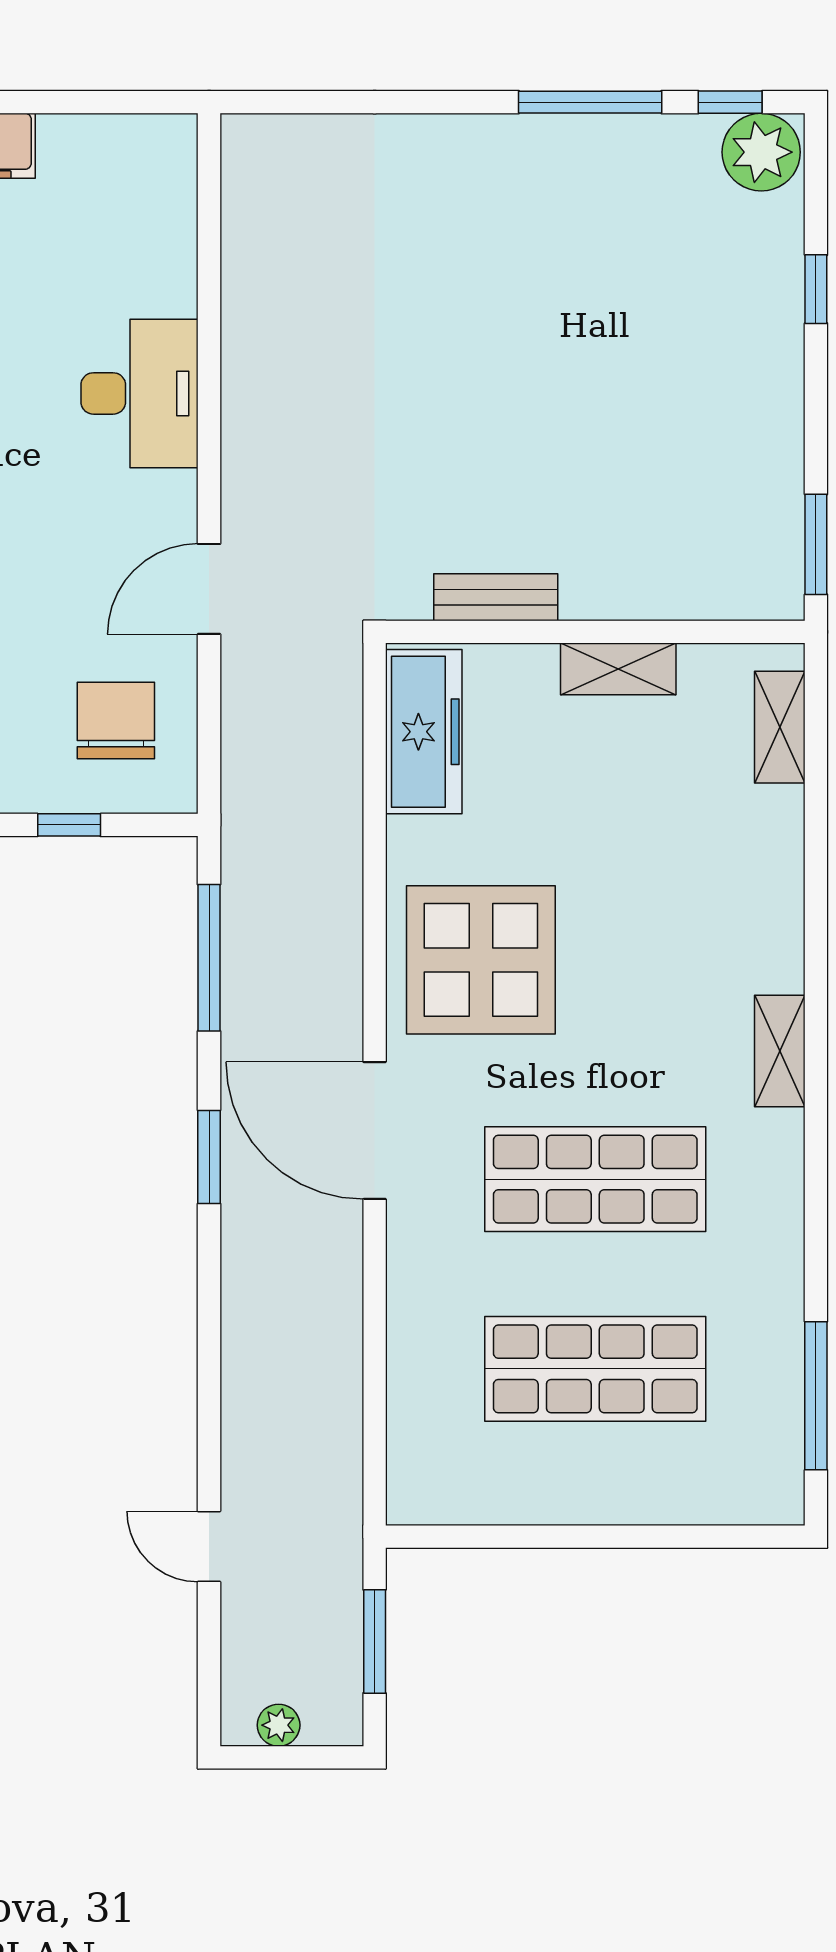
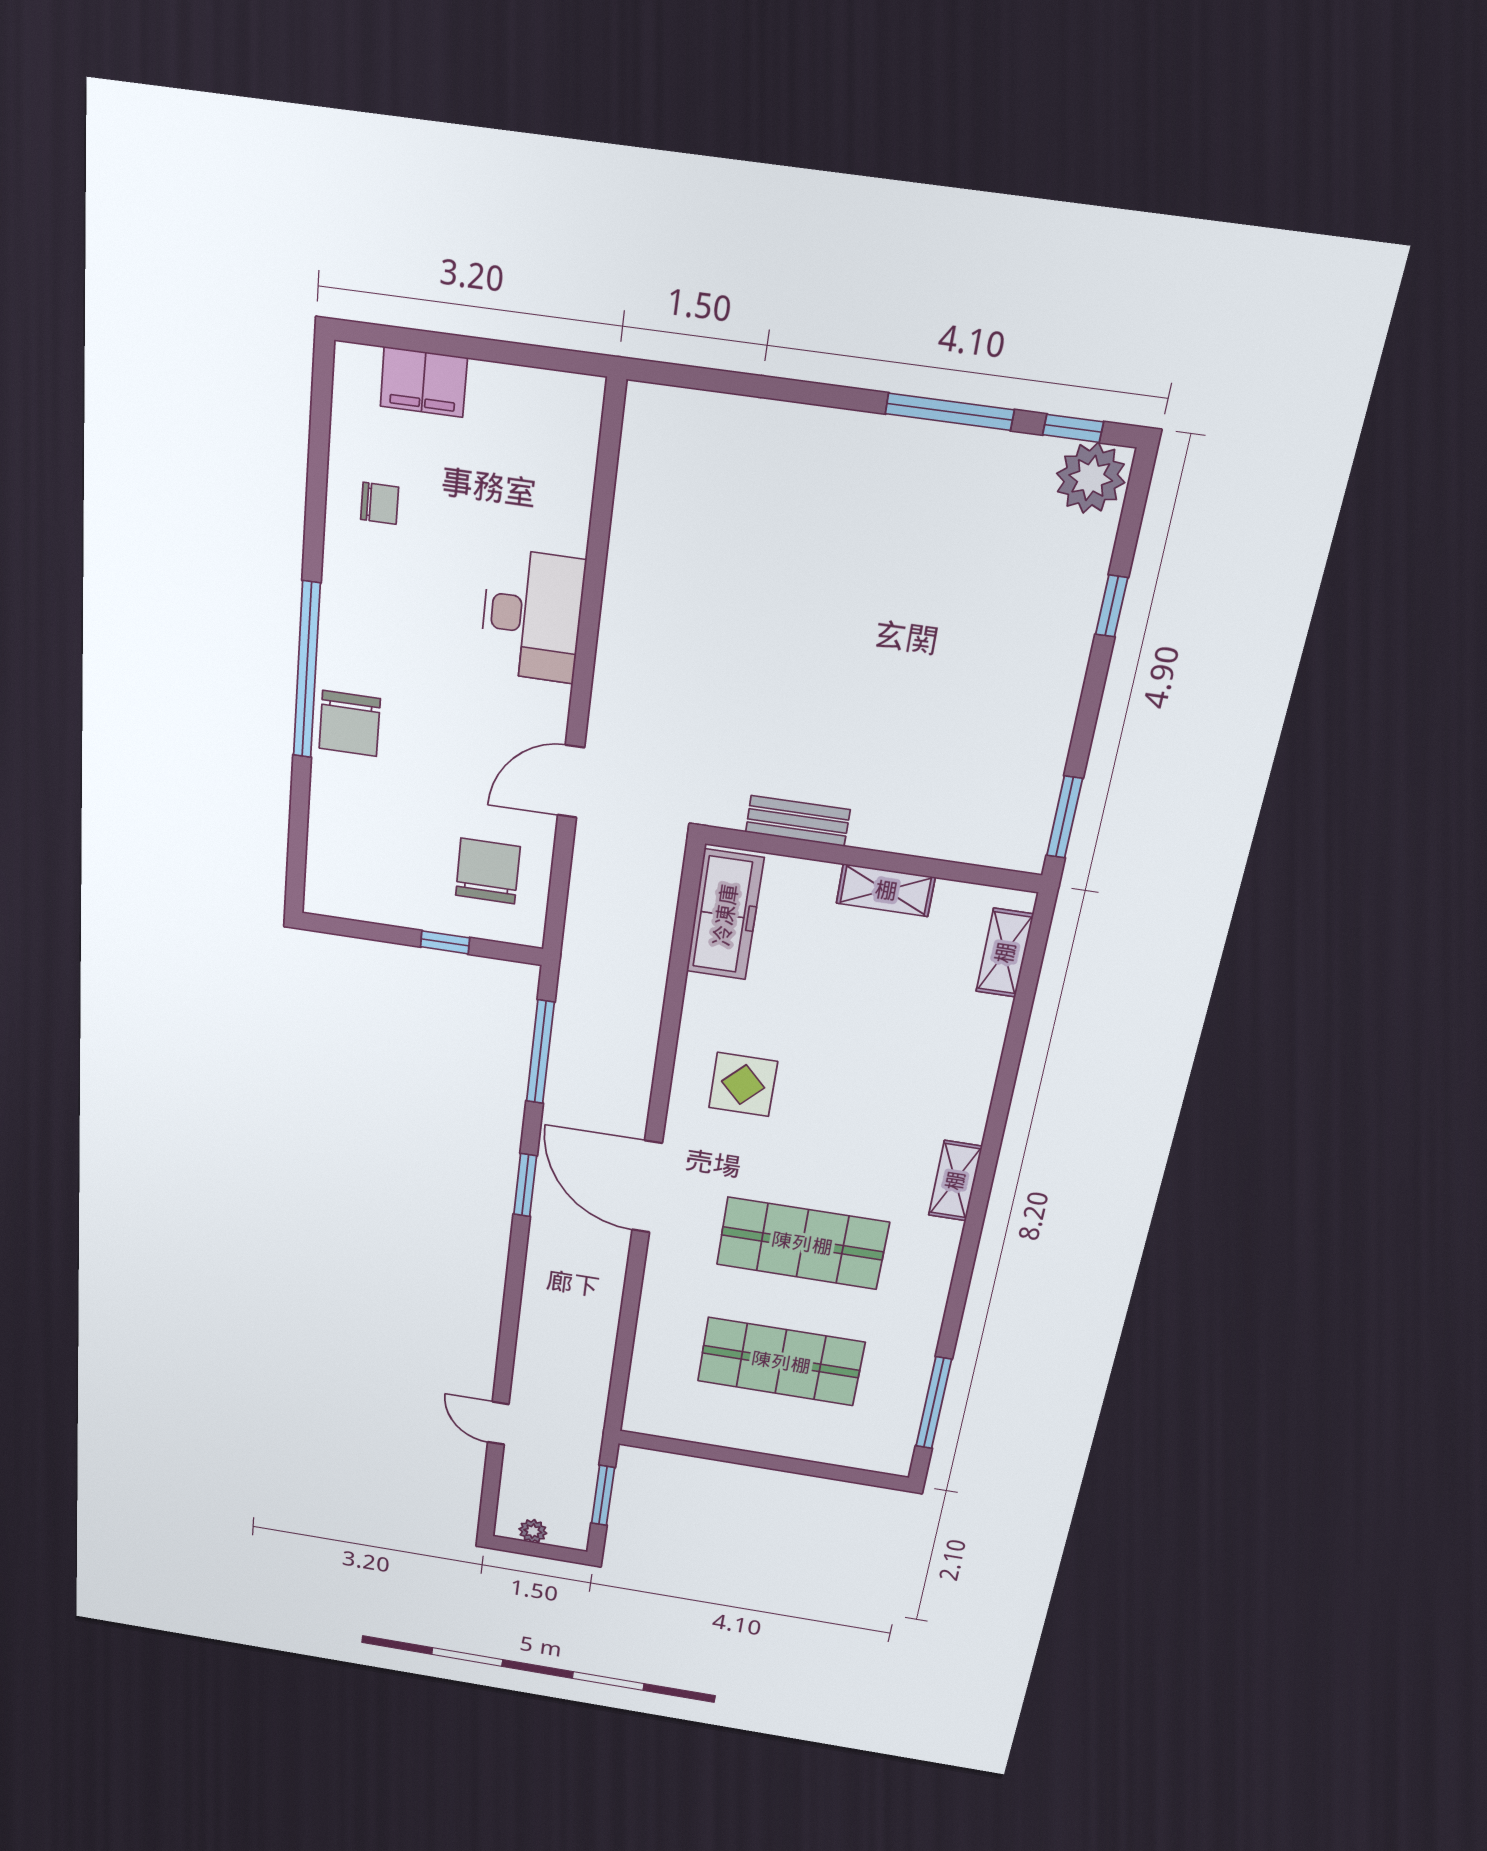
display table: (481, 960) -> (743, 1085), width x0.54, depth x0.54

